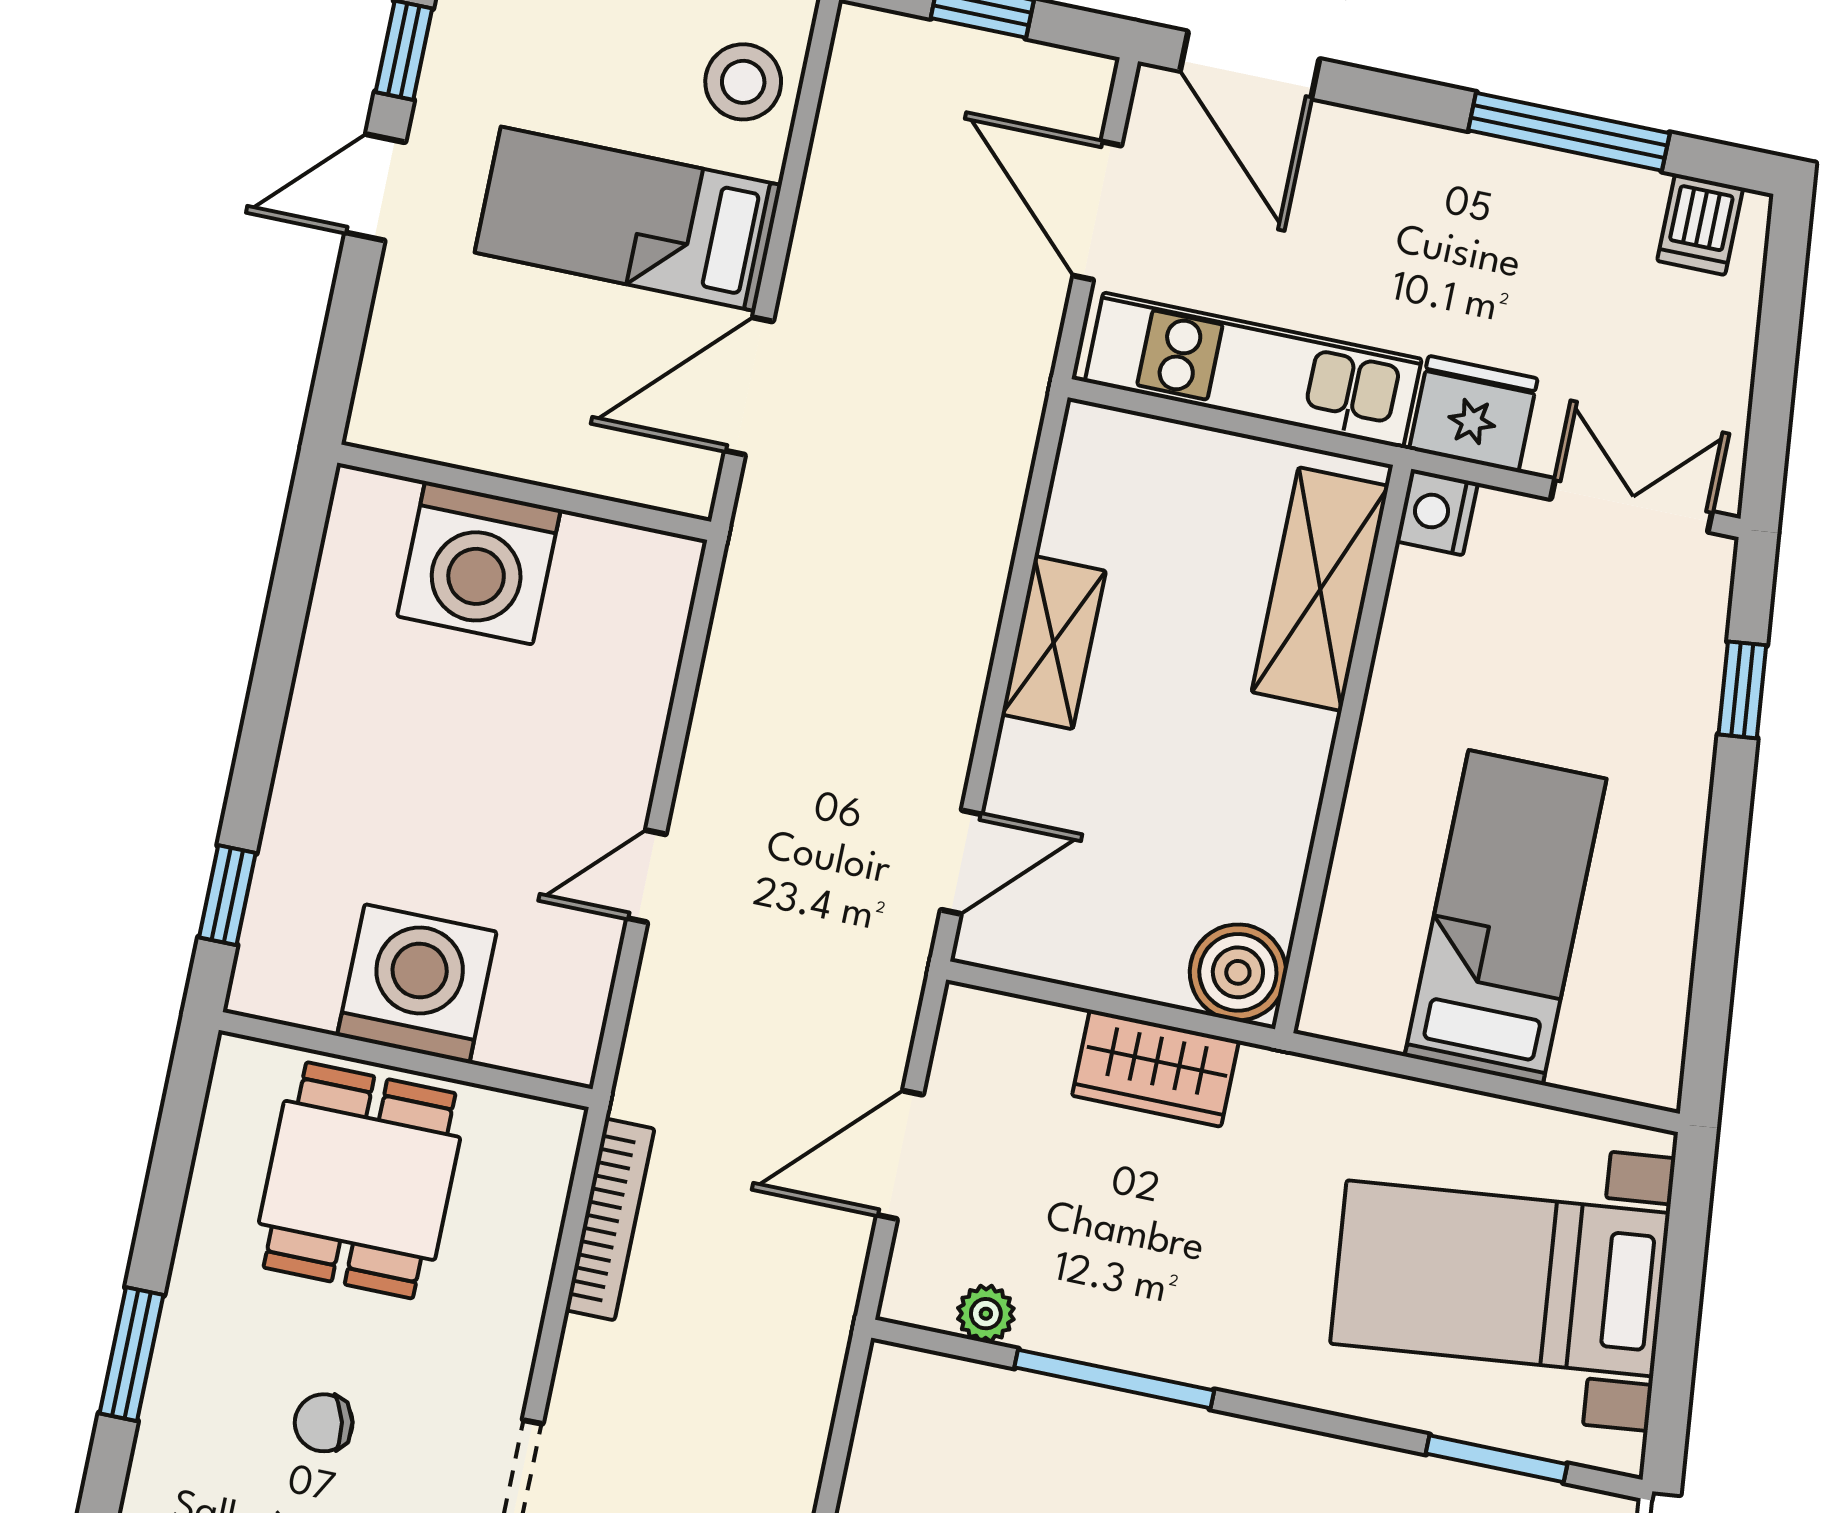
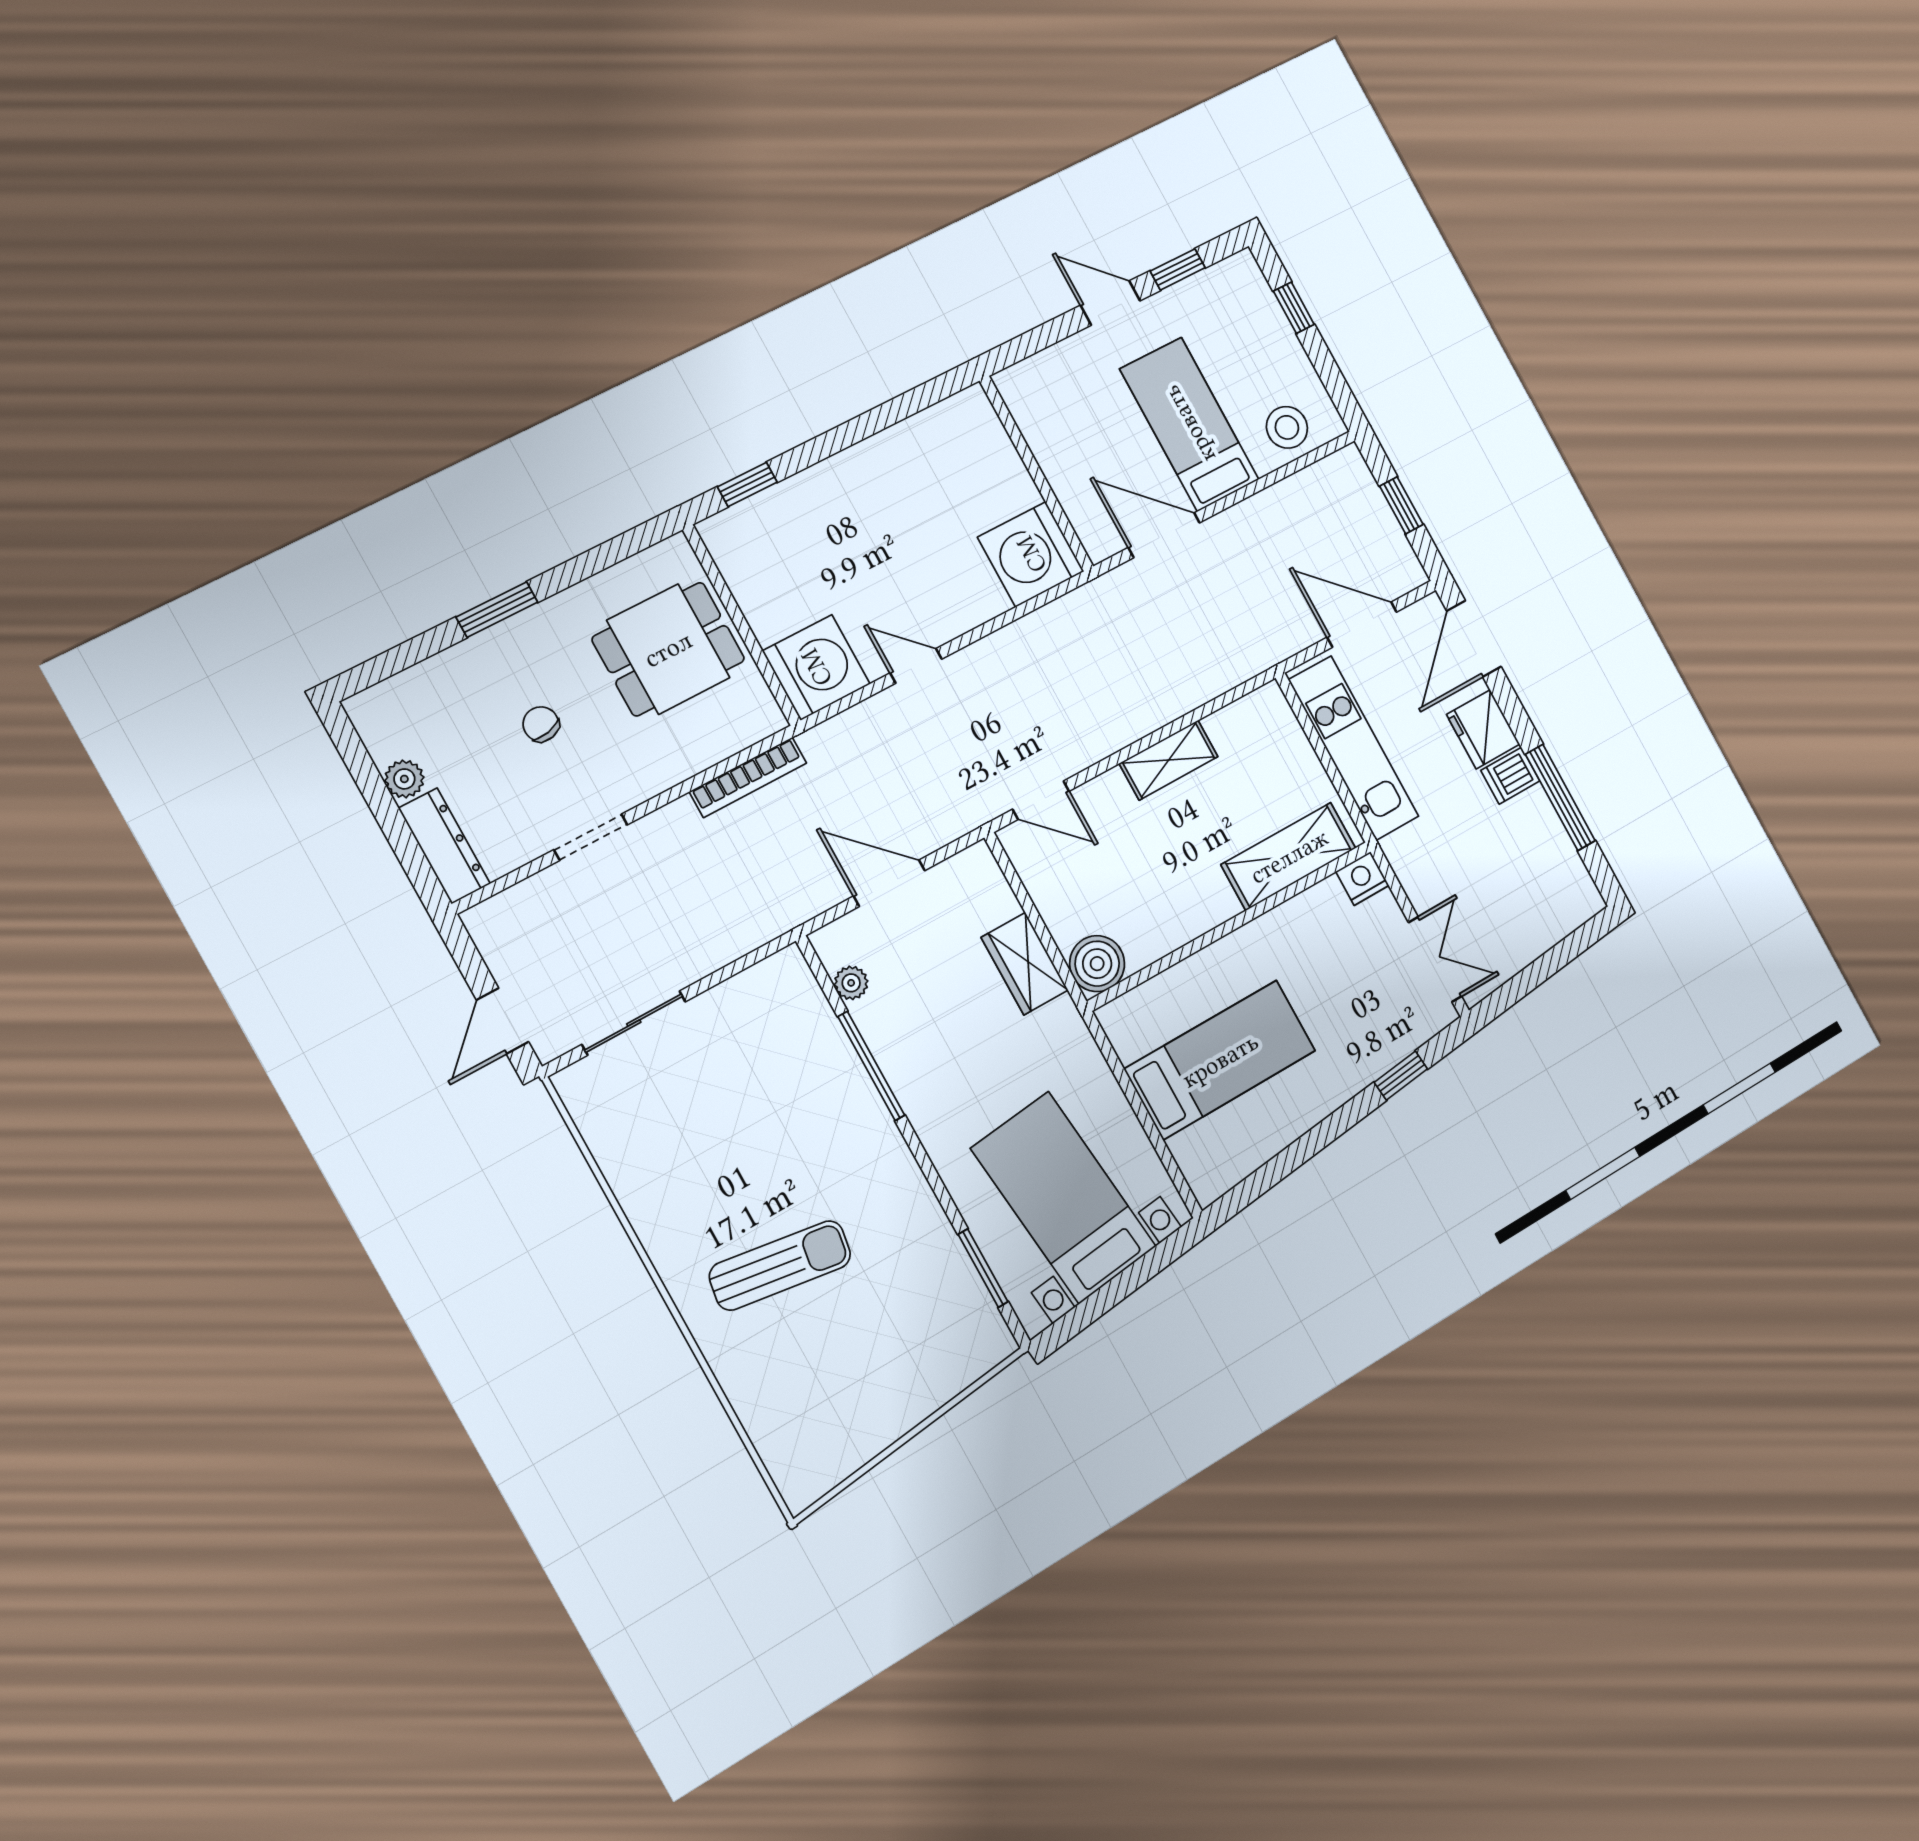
door: (1097, 211) -> (1362, 624), hinge flipped
dishwasher: (1700, 224) -> (1510, 776), moved
fridge: (1473, 414) -> (1483, 729), moved, turned 180
washing machine: (479, 563) -> (1031, 554), moved
washing machine: (417, 984) -> (816, 667), moved

